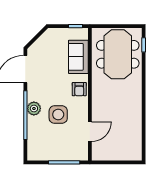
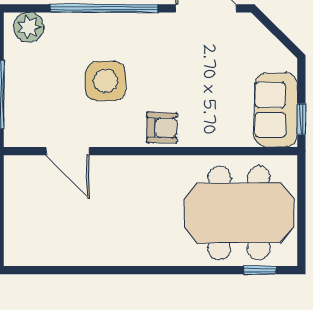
sofa: (78, 57) -> (276, 110), moved, turned -90
armchair: (79, 89) -> (162, 128), turned 180
plant: (34, 109) -> (29, 27), moved

